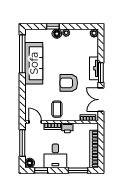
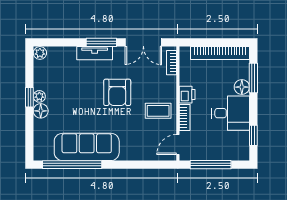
window: (53, 26) -> (29, 97), moved
floor lamp: (30, 163) -> (242, 87), moved

